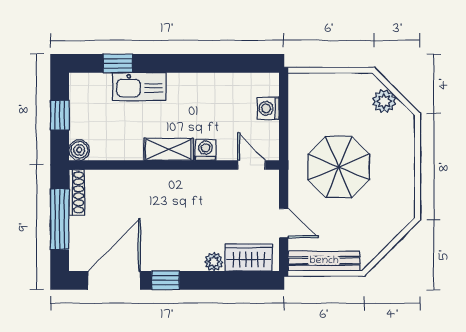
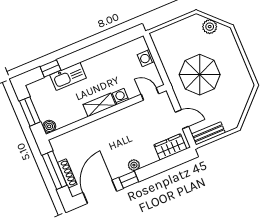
window: (60, 115) -> (30, 111), width x1.50
shoe rack: (77, 192) -> (67, 173), moved
bench: (324, 261) -> (208, 133), width x0.73
plant: (214, 262) -> (134, 165), moved

